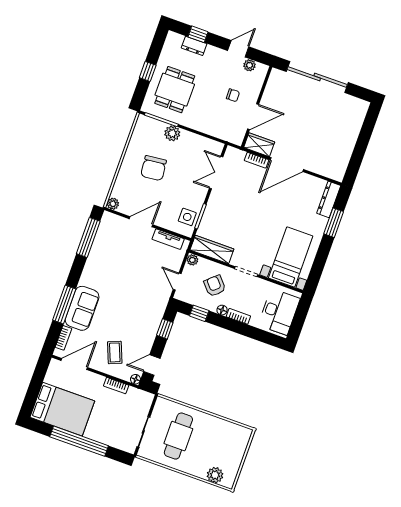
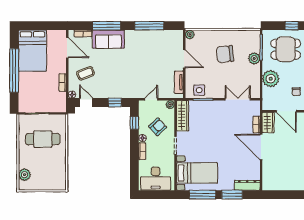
plant: (205, 122) -> (271, 79), added
window: (88, 237) -> (149, 26), moved
window: (320, 260) -> (203, 195), added

